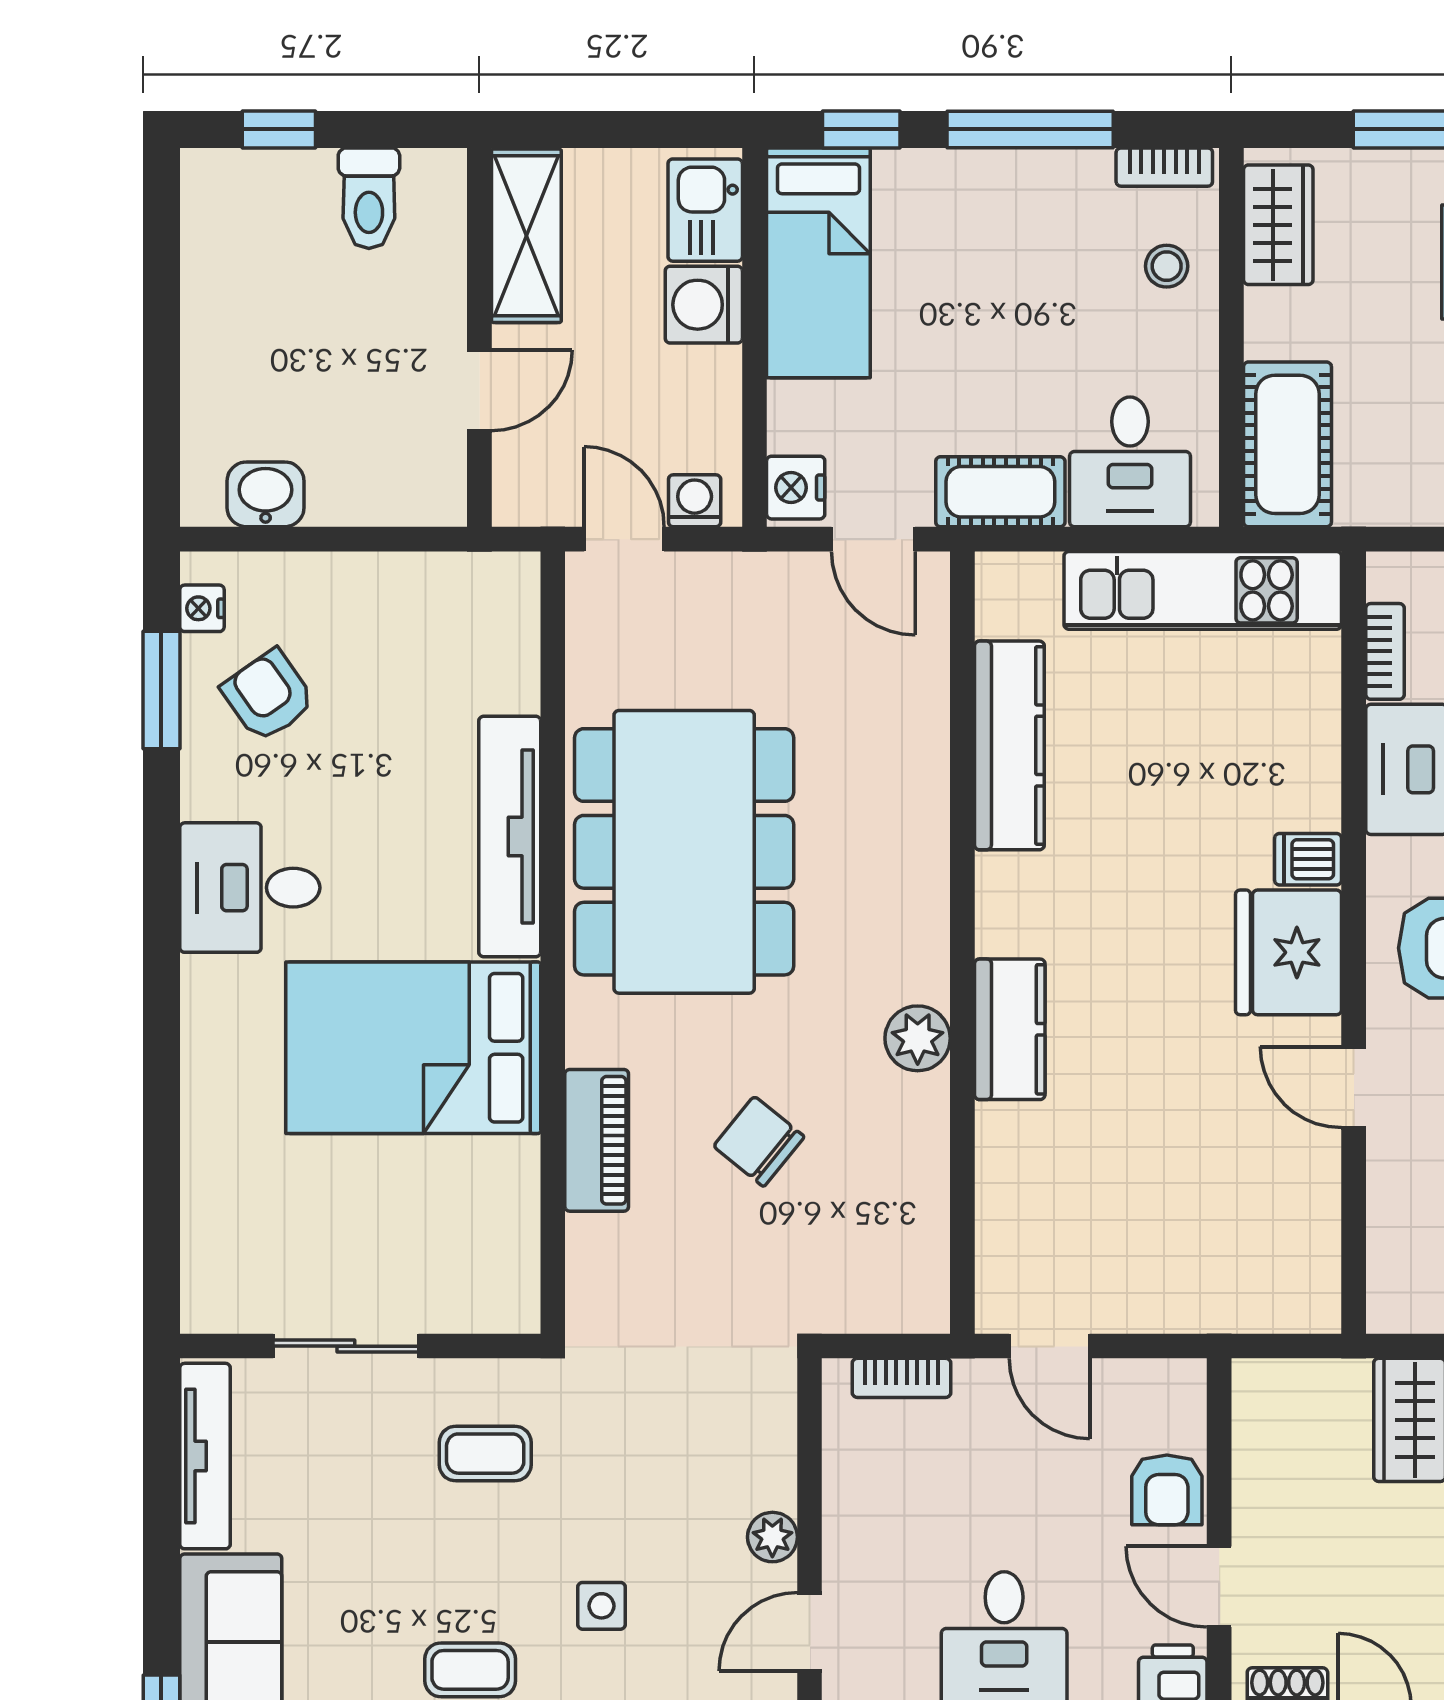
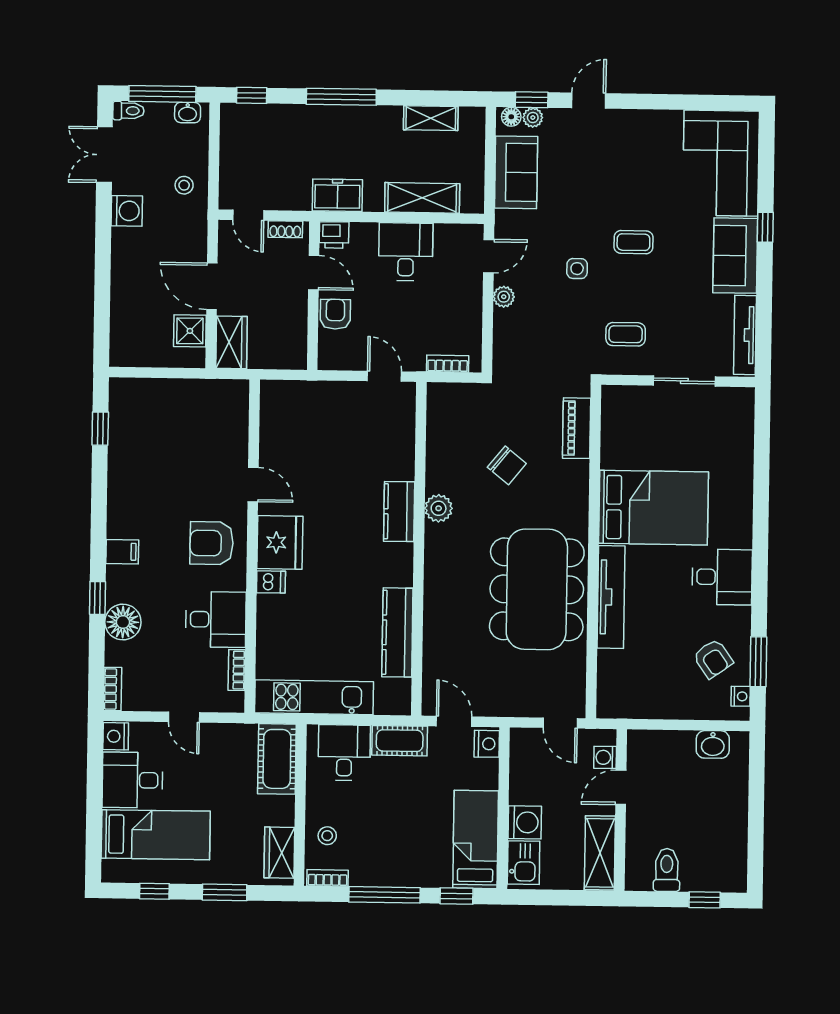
washing machine: (695, 501) -> (605, 757), moved, turned 90
piano: (597, 1140) -> (577, 428), moved

